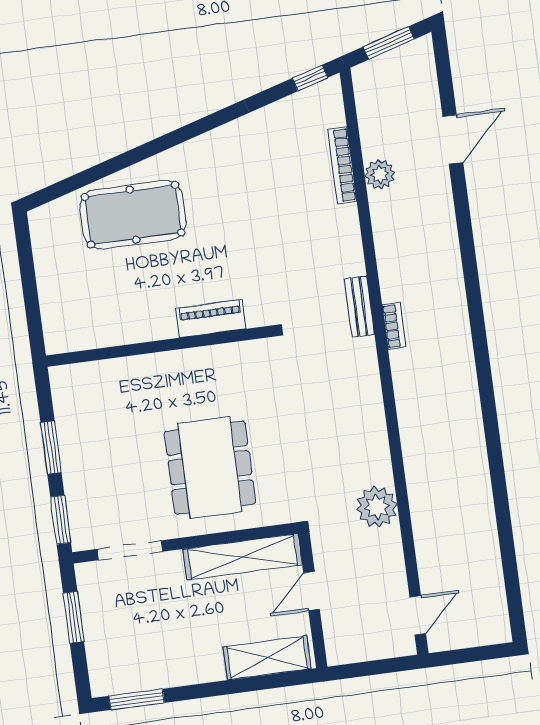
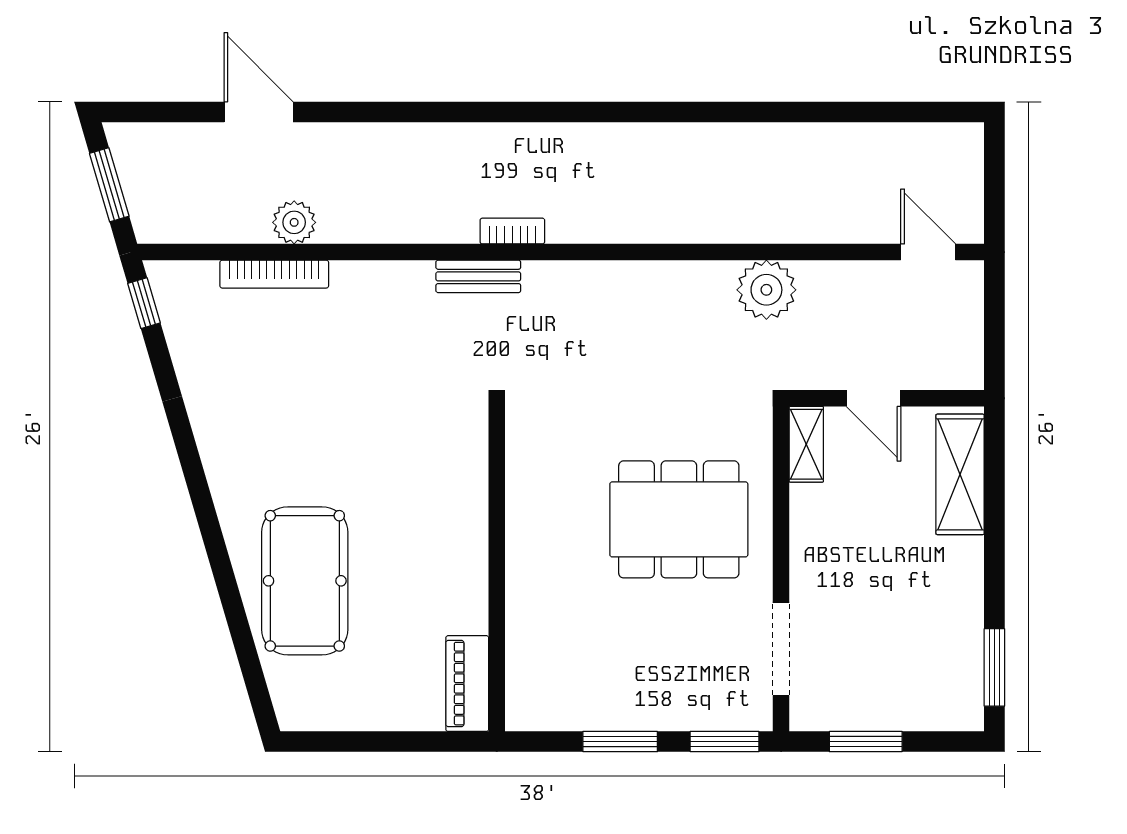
piano: (211, 319) -> (467, 684), moved
shelving: (243, 557) -> (806, 444), width x0.45, depth x0.75

